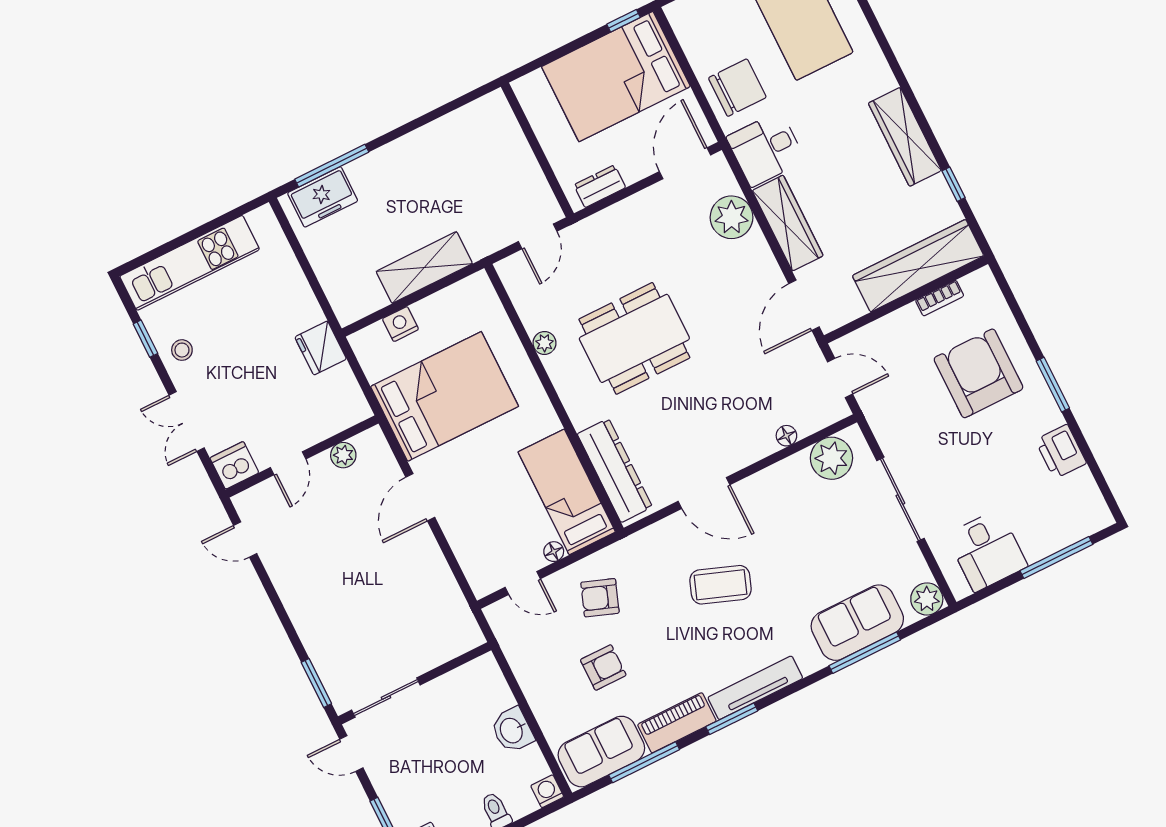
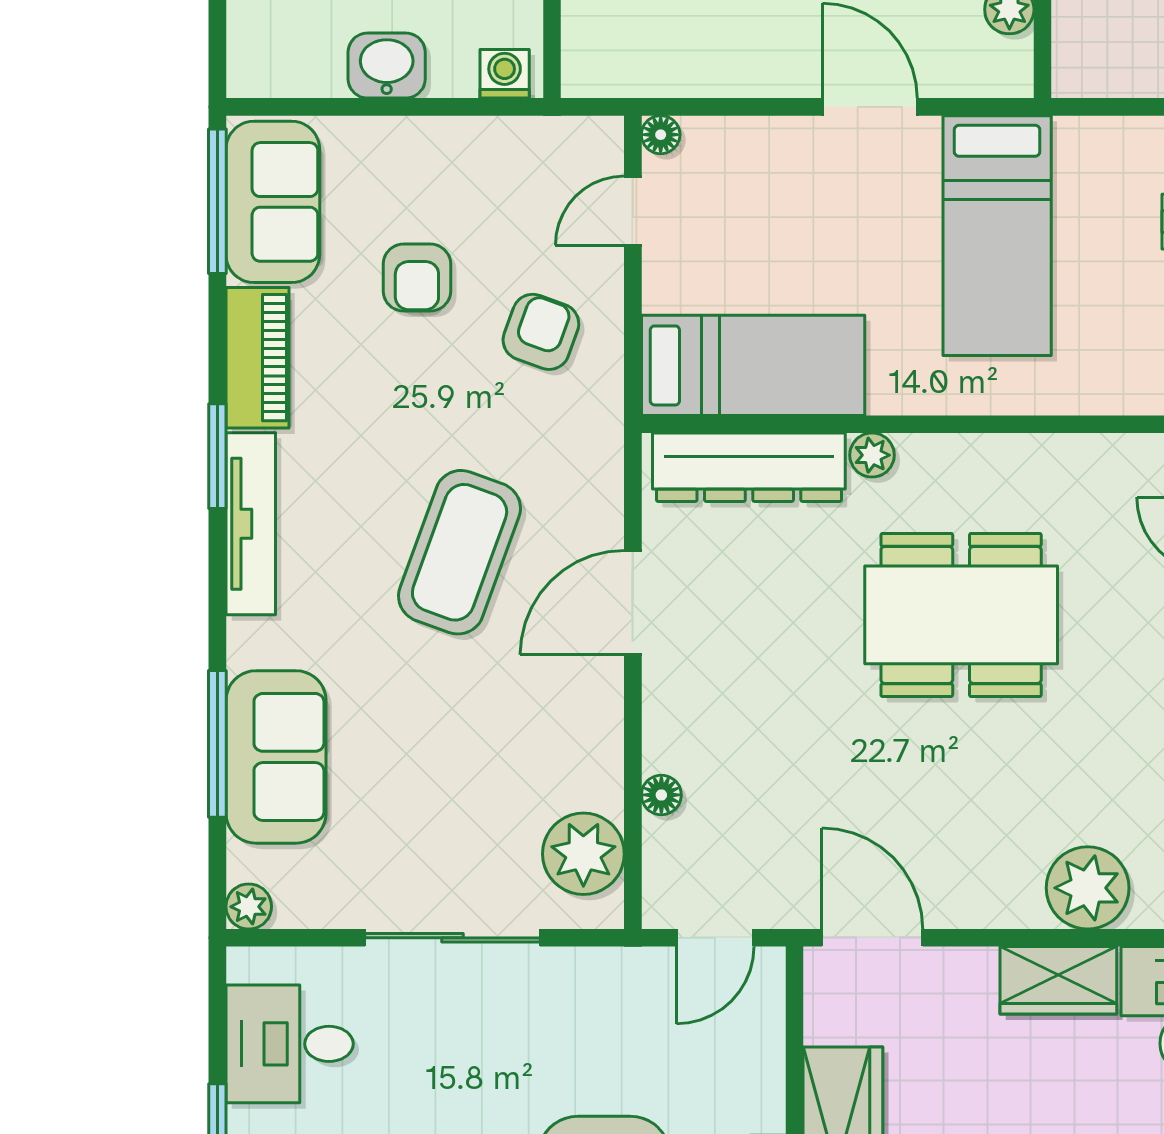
wardrobe: (788, 223) -> (1058, 980), width x0.67
dining table: (634, 338) -> (961, 615), turned 90
plant: (544, 343) -> (872, 455), moved
bed: (445, 396) -> (997, 236), width x0.67
floor lamp: (554, 552) -> (661, 135), moved
coffee table: (721, 585) -> (460, 552), width x1.36, depth x1.32
plant: (927, 599) -> (249, 907), width x0.73, depth x0.73
window: (644, 762) -> (217, 201), moved
washing machine: (547, 791) -> (505, 74), moved, turned -90

